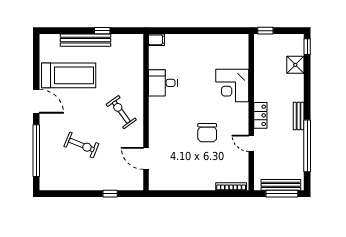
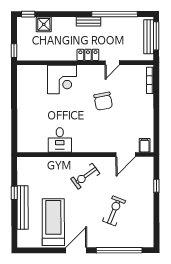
filing cabinet: (157, 40) -> (145, 145), moved
chair: (207, 133) -> (103, 101), turned 79

